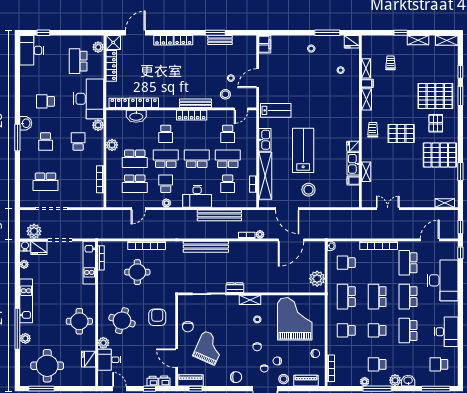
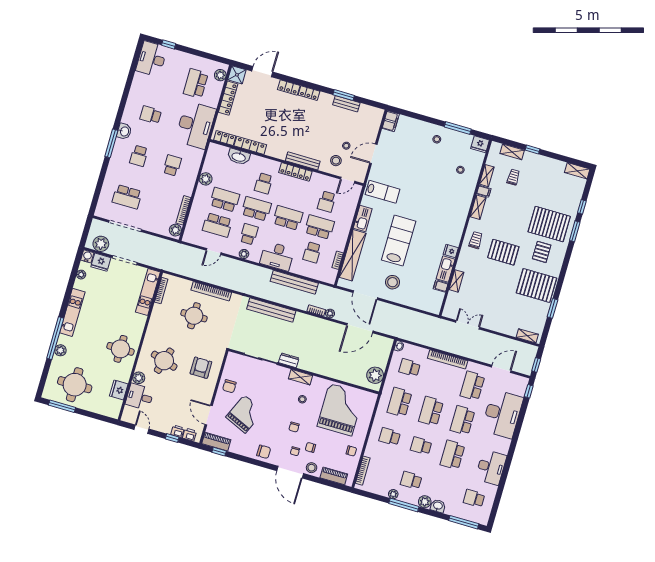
shelving: (418, 40) -> (512, 152), moved
plant: (98, 125) -> (175, 230), moved
school desk: (135, 159) -> (225, 200), turned 180

